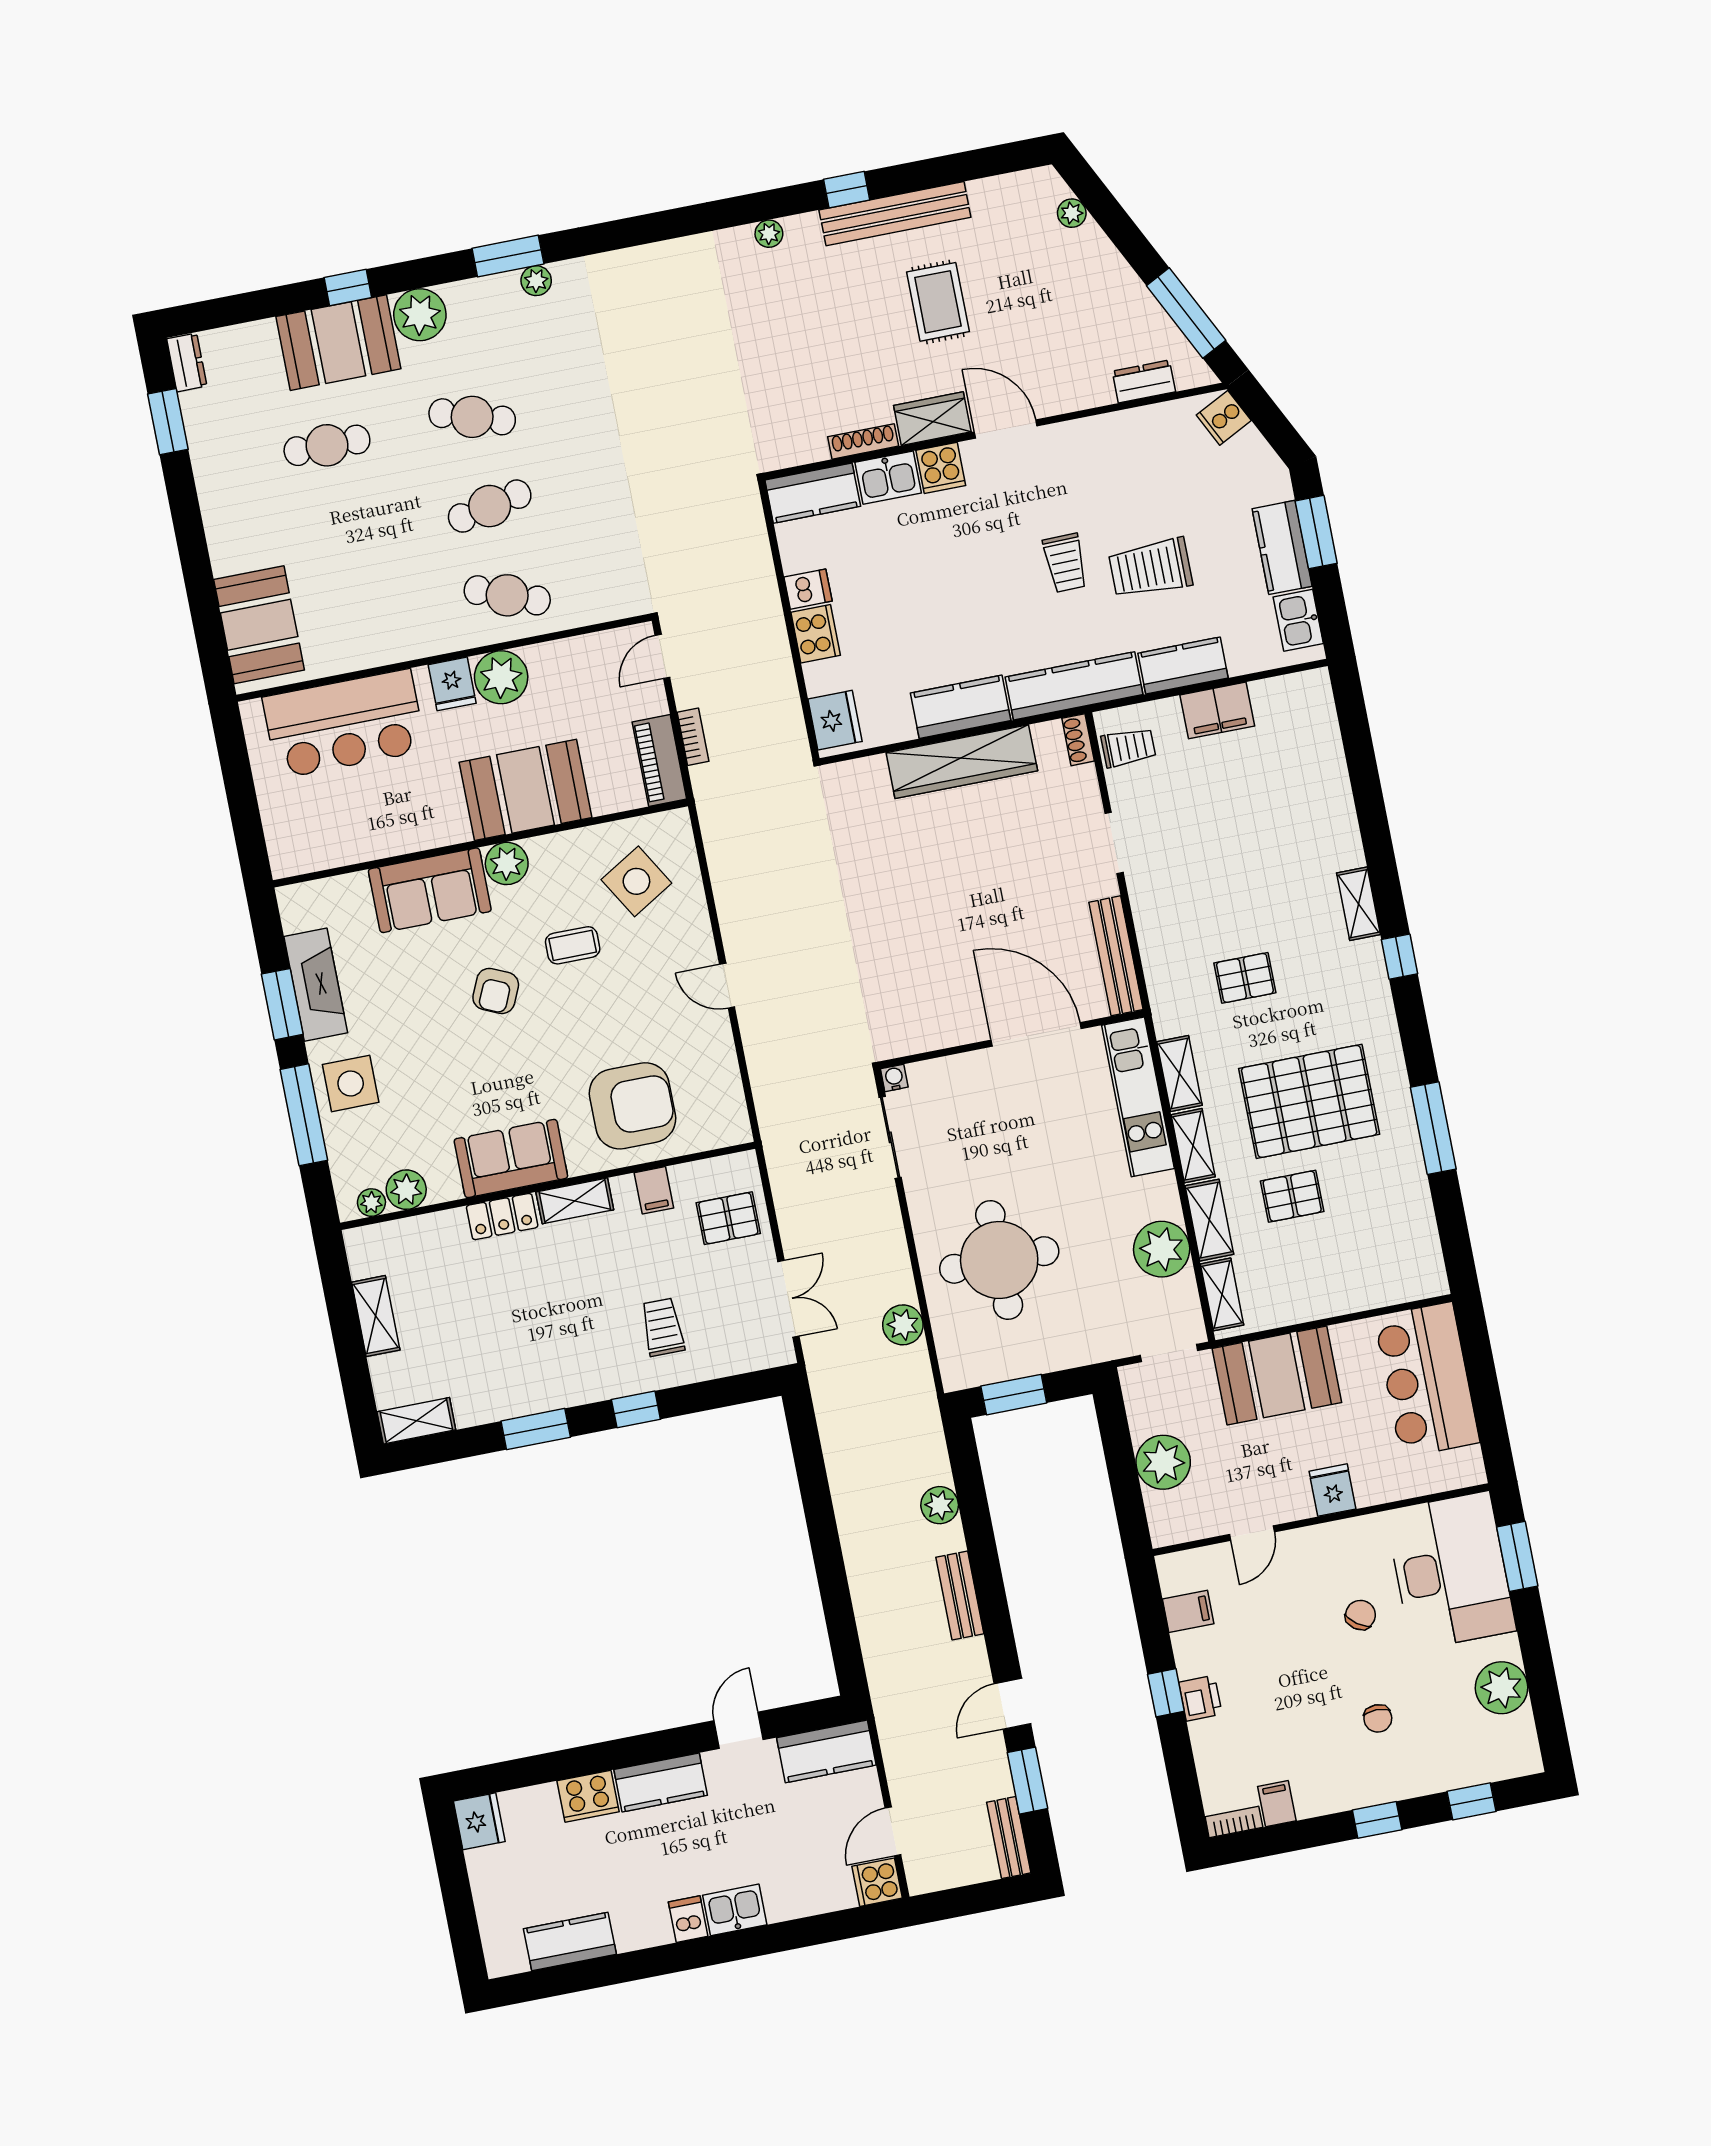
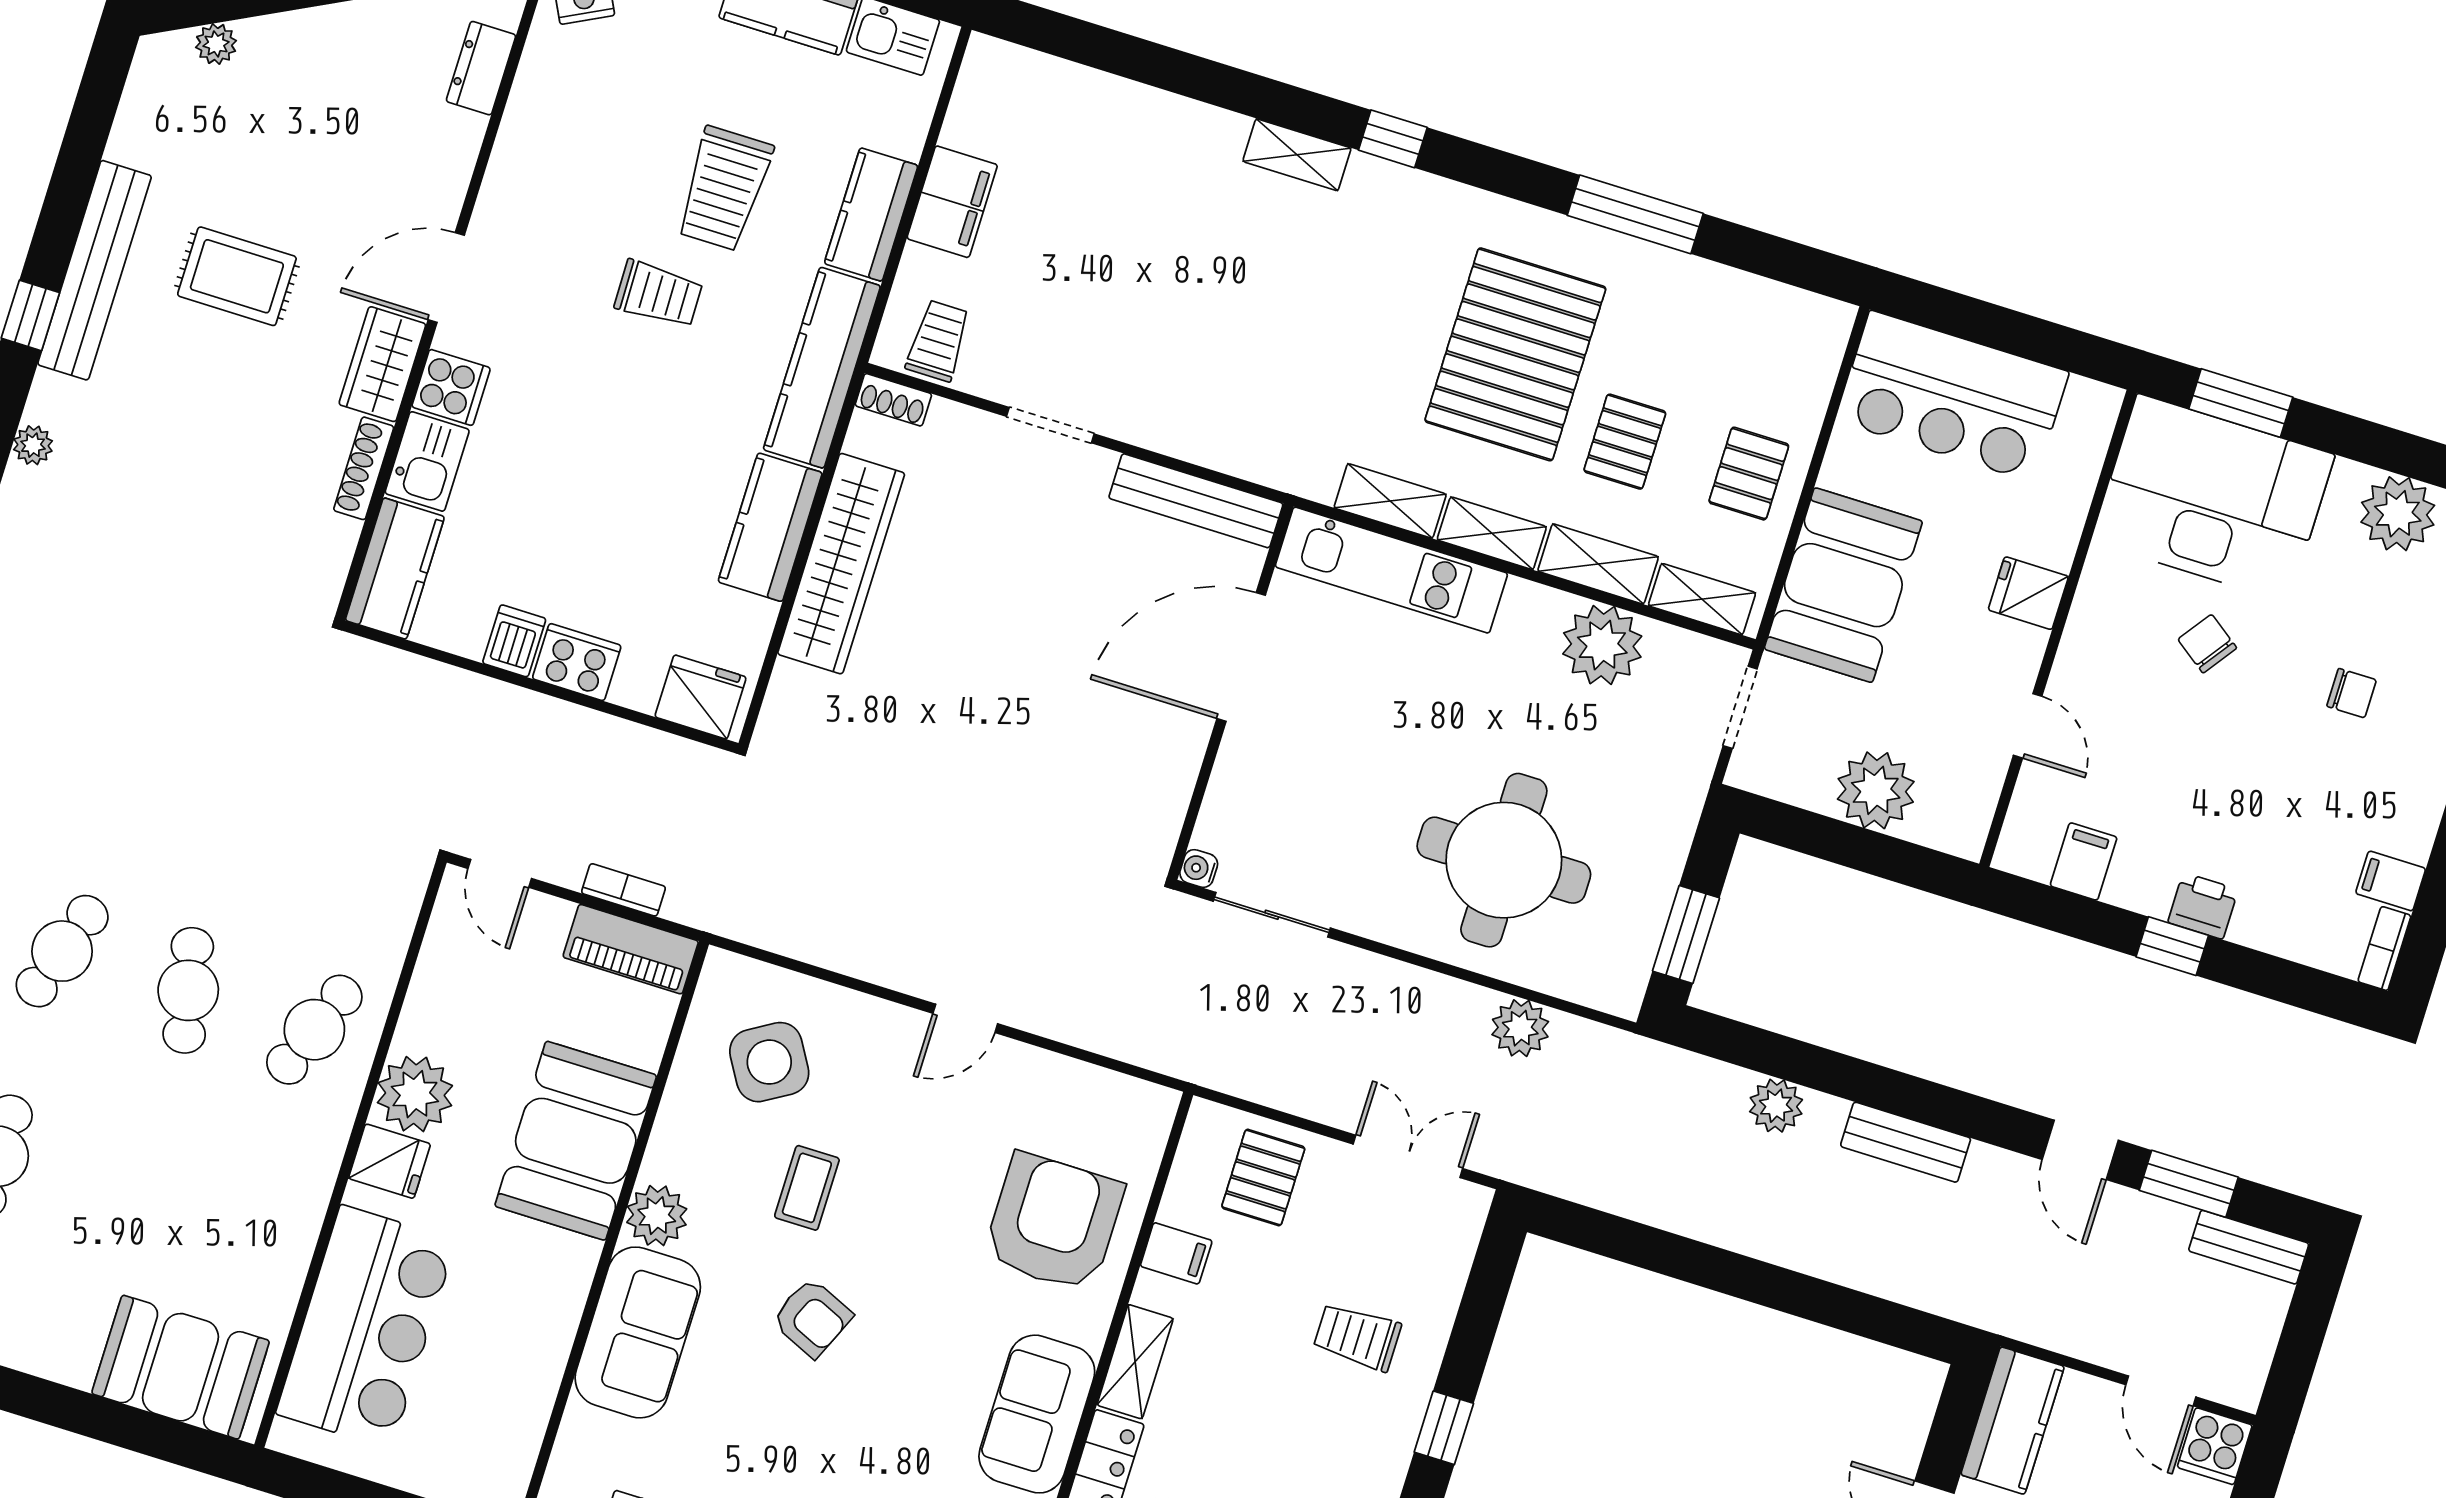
pallet: (1245, 978) -> (1749, 474), moved

